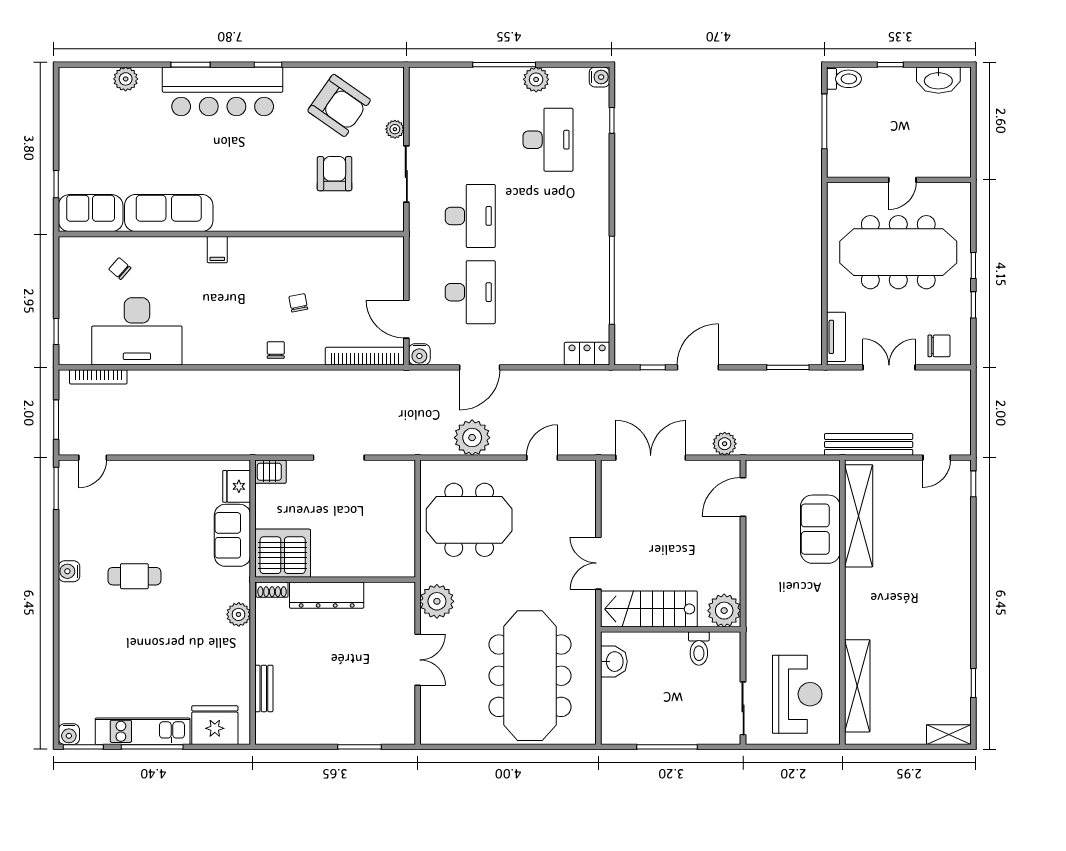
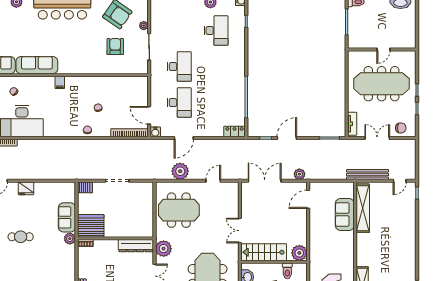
fridge: (237, 486) -> (26, 188), moved, turned -90
dresser: (327, 595) -> (136, 246), moved
plant: (239, 614) -> (70, 239), moved

